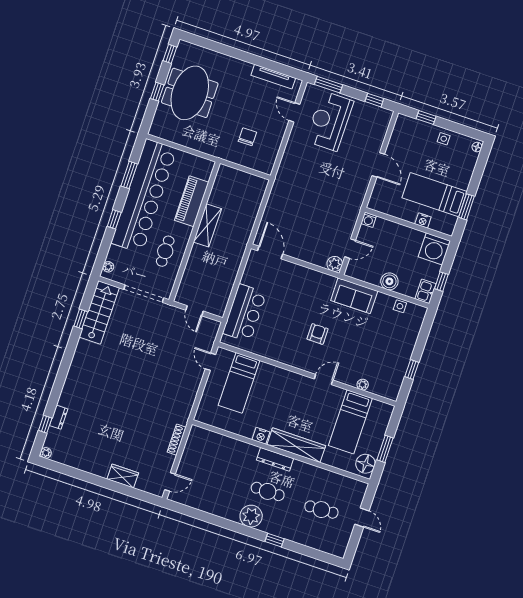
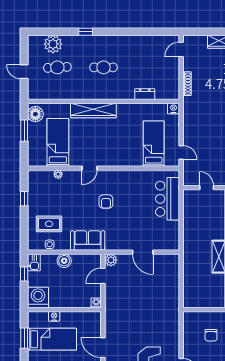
door: (270, 252) -> (143, 252), moved
rug: (393, 330) -> (49, 224), added
nightstand: (261, 436) -> (174, 108), moved
dresser: (275, 459) -> (145, 94), moved, width x0.70
plant: (251, 516) -> (53, 44), moved

